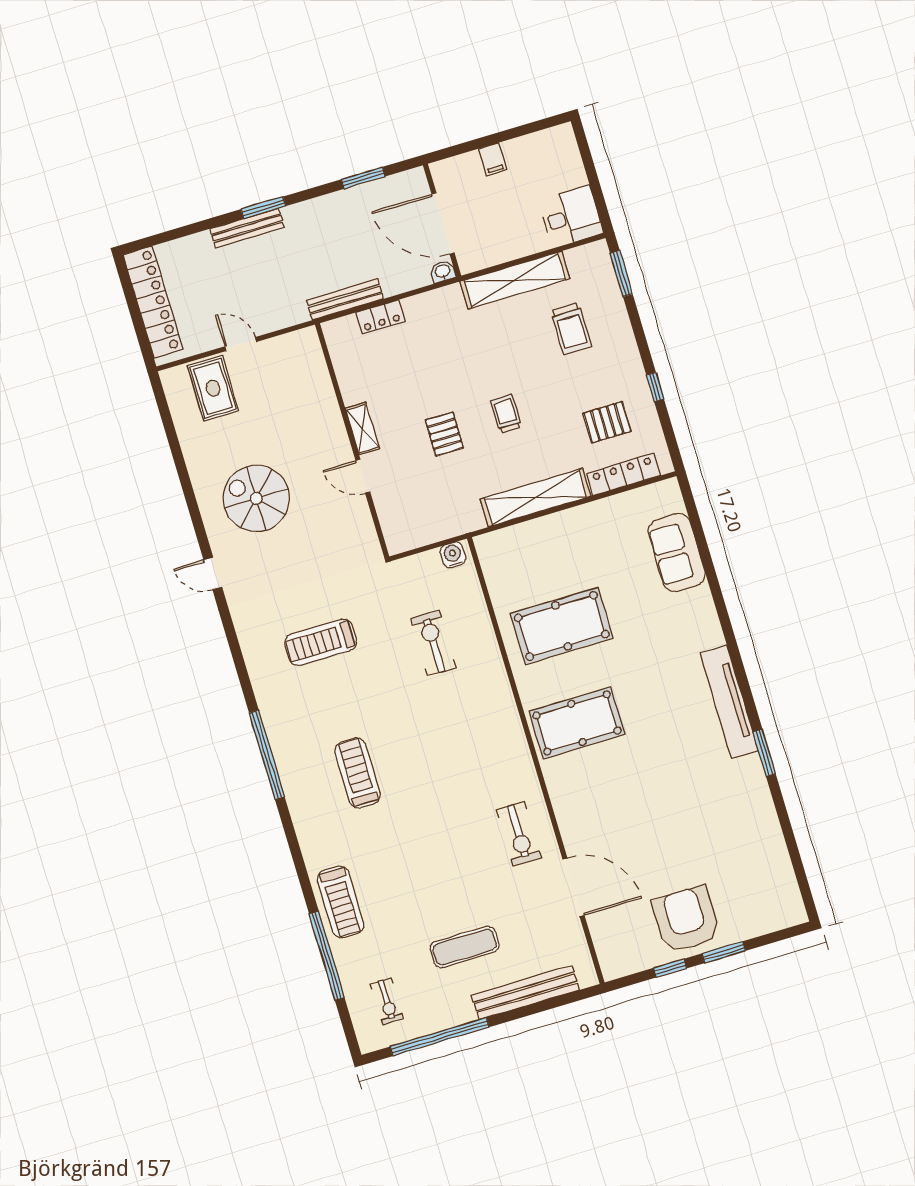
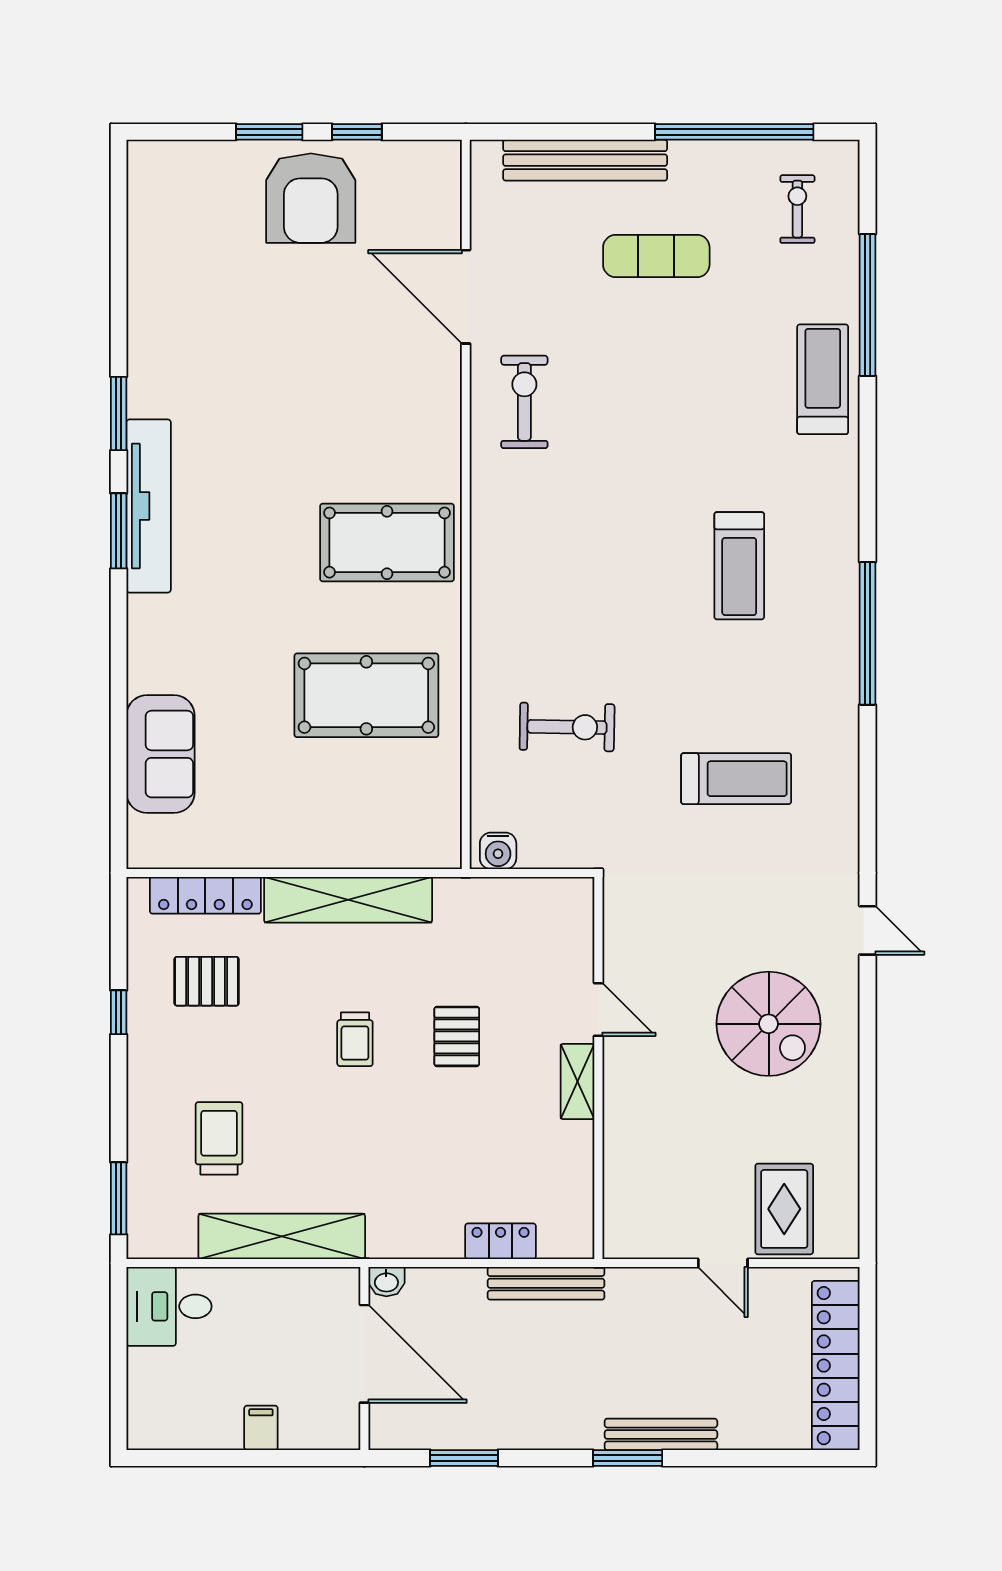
exercise bike: (433, 643) -> (567, 727), turned -89
window: (743, 681) -> (119, 531), added

